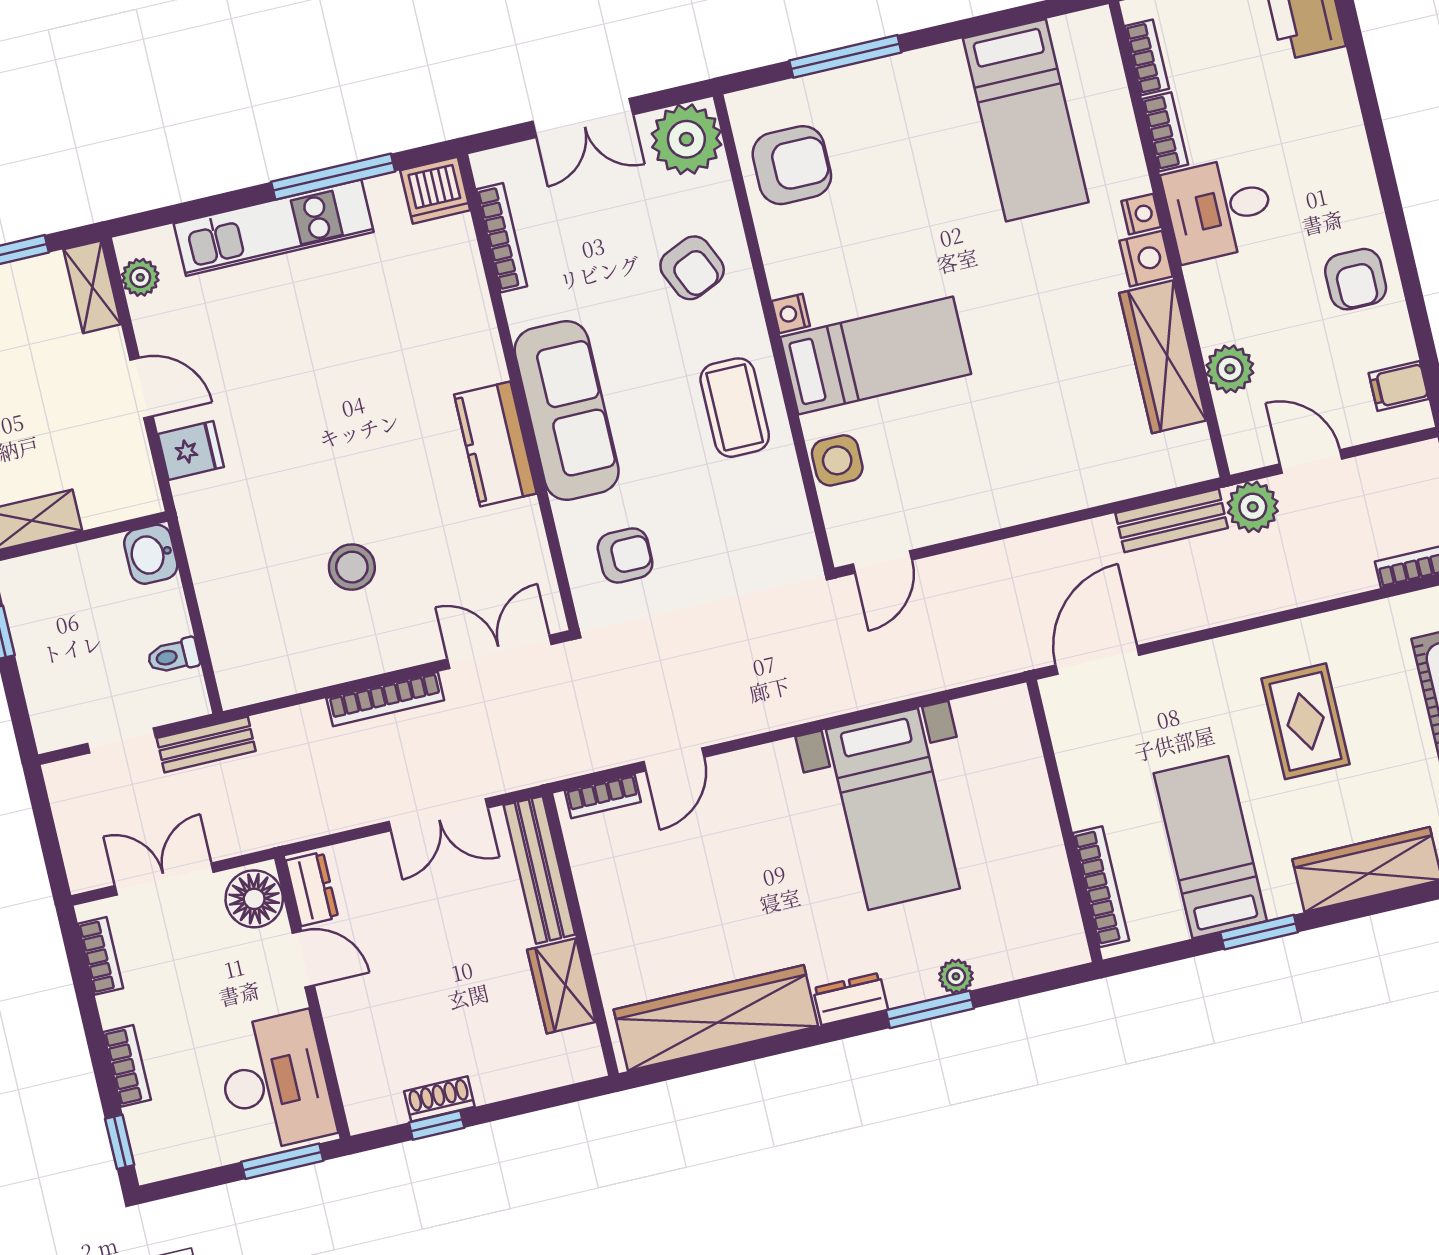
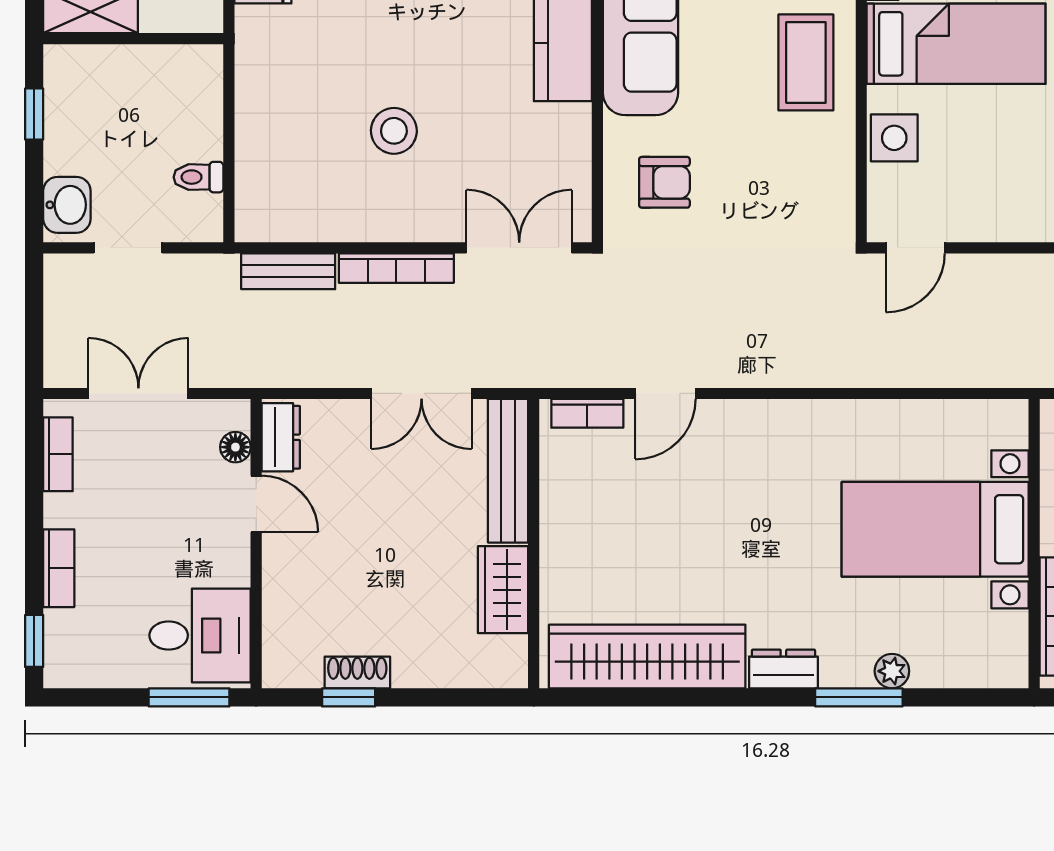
washbasin: (151, 554) -> (67, 205), moved, turned 180
bench: (206, 744) -> (288, 271), moved
bed with nightstands: (893, 809) -> (935, 529), moved, turned 90
floor lamp: (254, 899) -> (235, 447), width x0.53, depth x0.53
desk: (275, 1082) -> (200, 635), width x0.73

